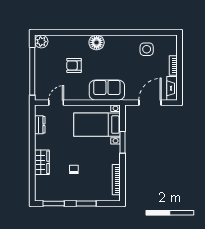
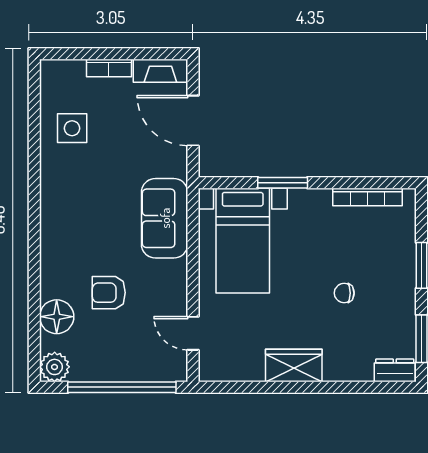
floor lamp: (97, 42) -> (57, 317), moved
armchair: (74, 65) -> (109, 293), turned 90
dresser: (40, 125) -> (395, 370), moved
wardrobe: (42, 162) -> (294, 365), moved

